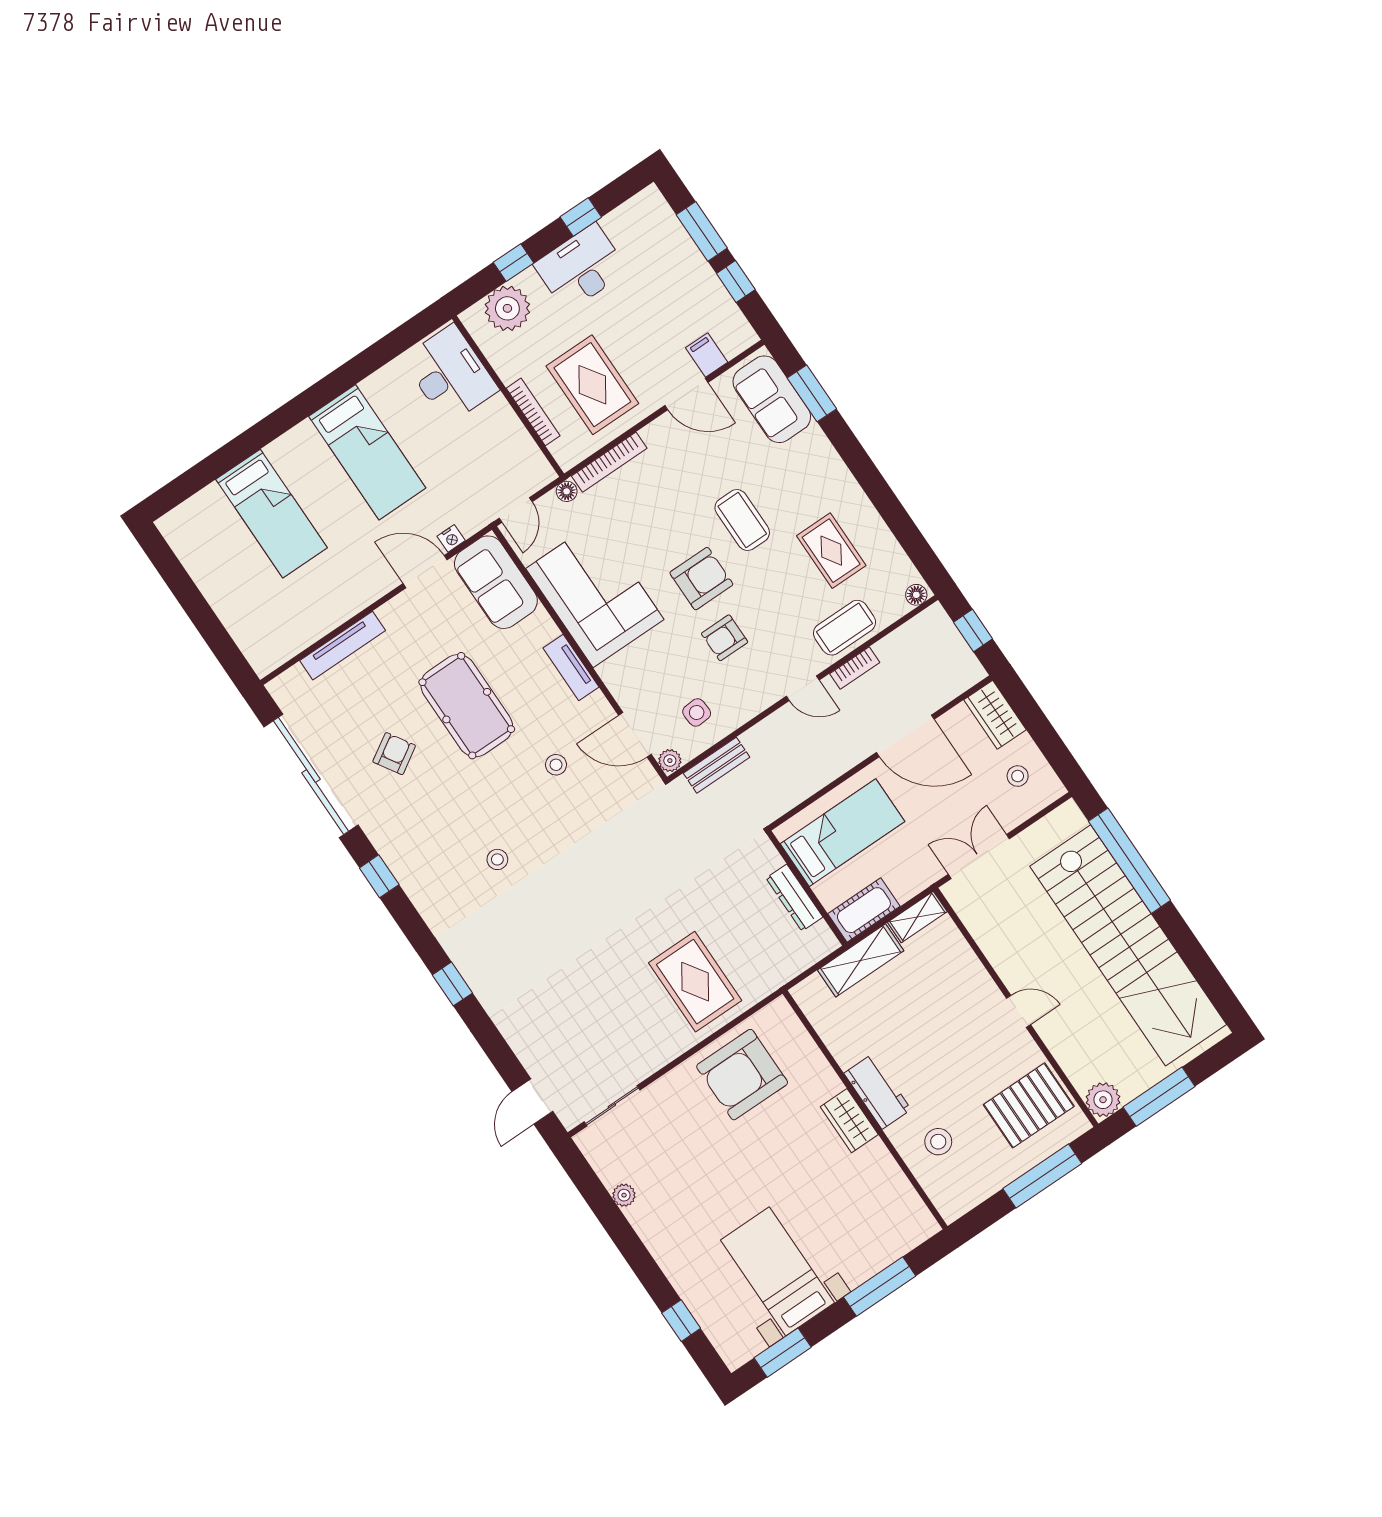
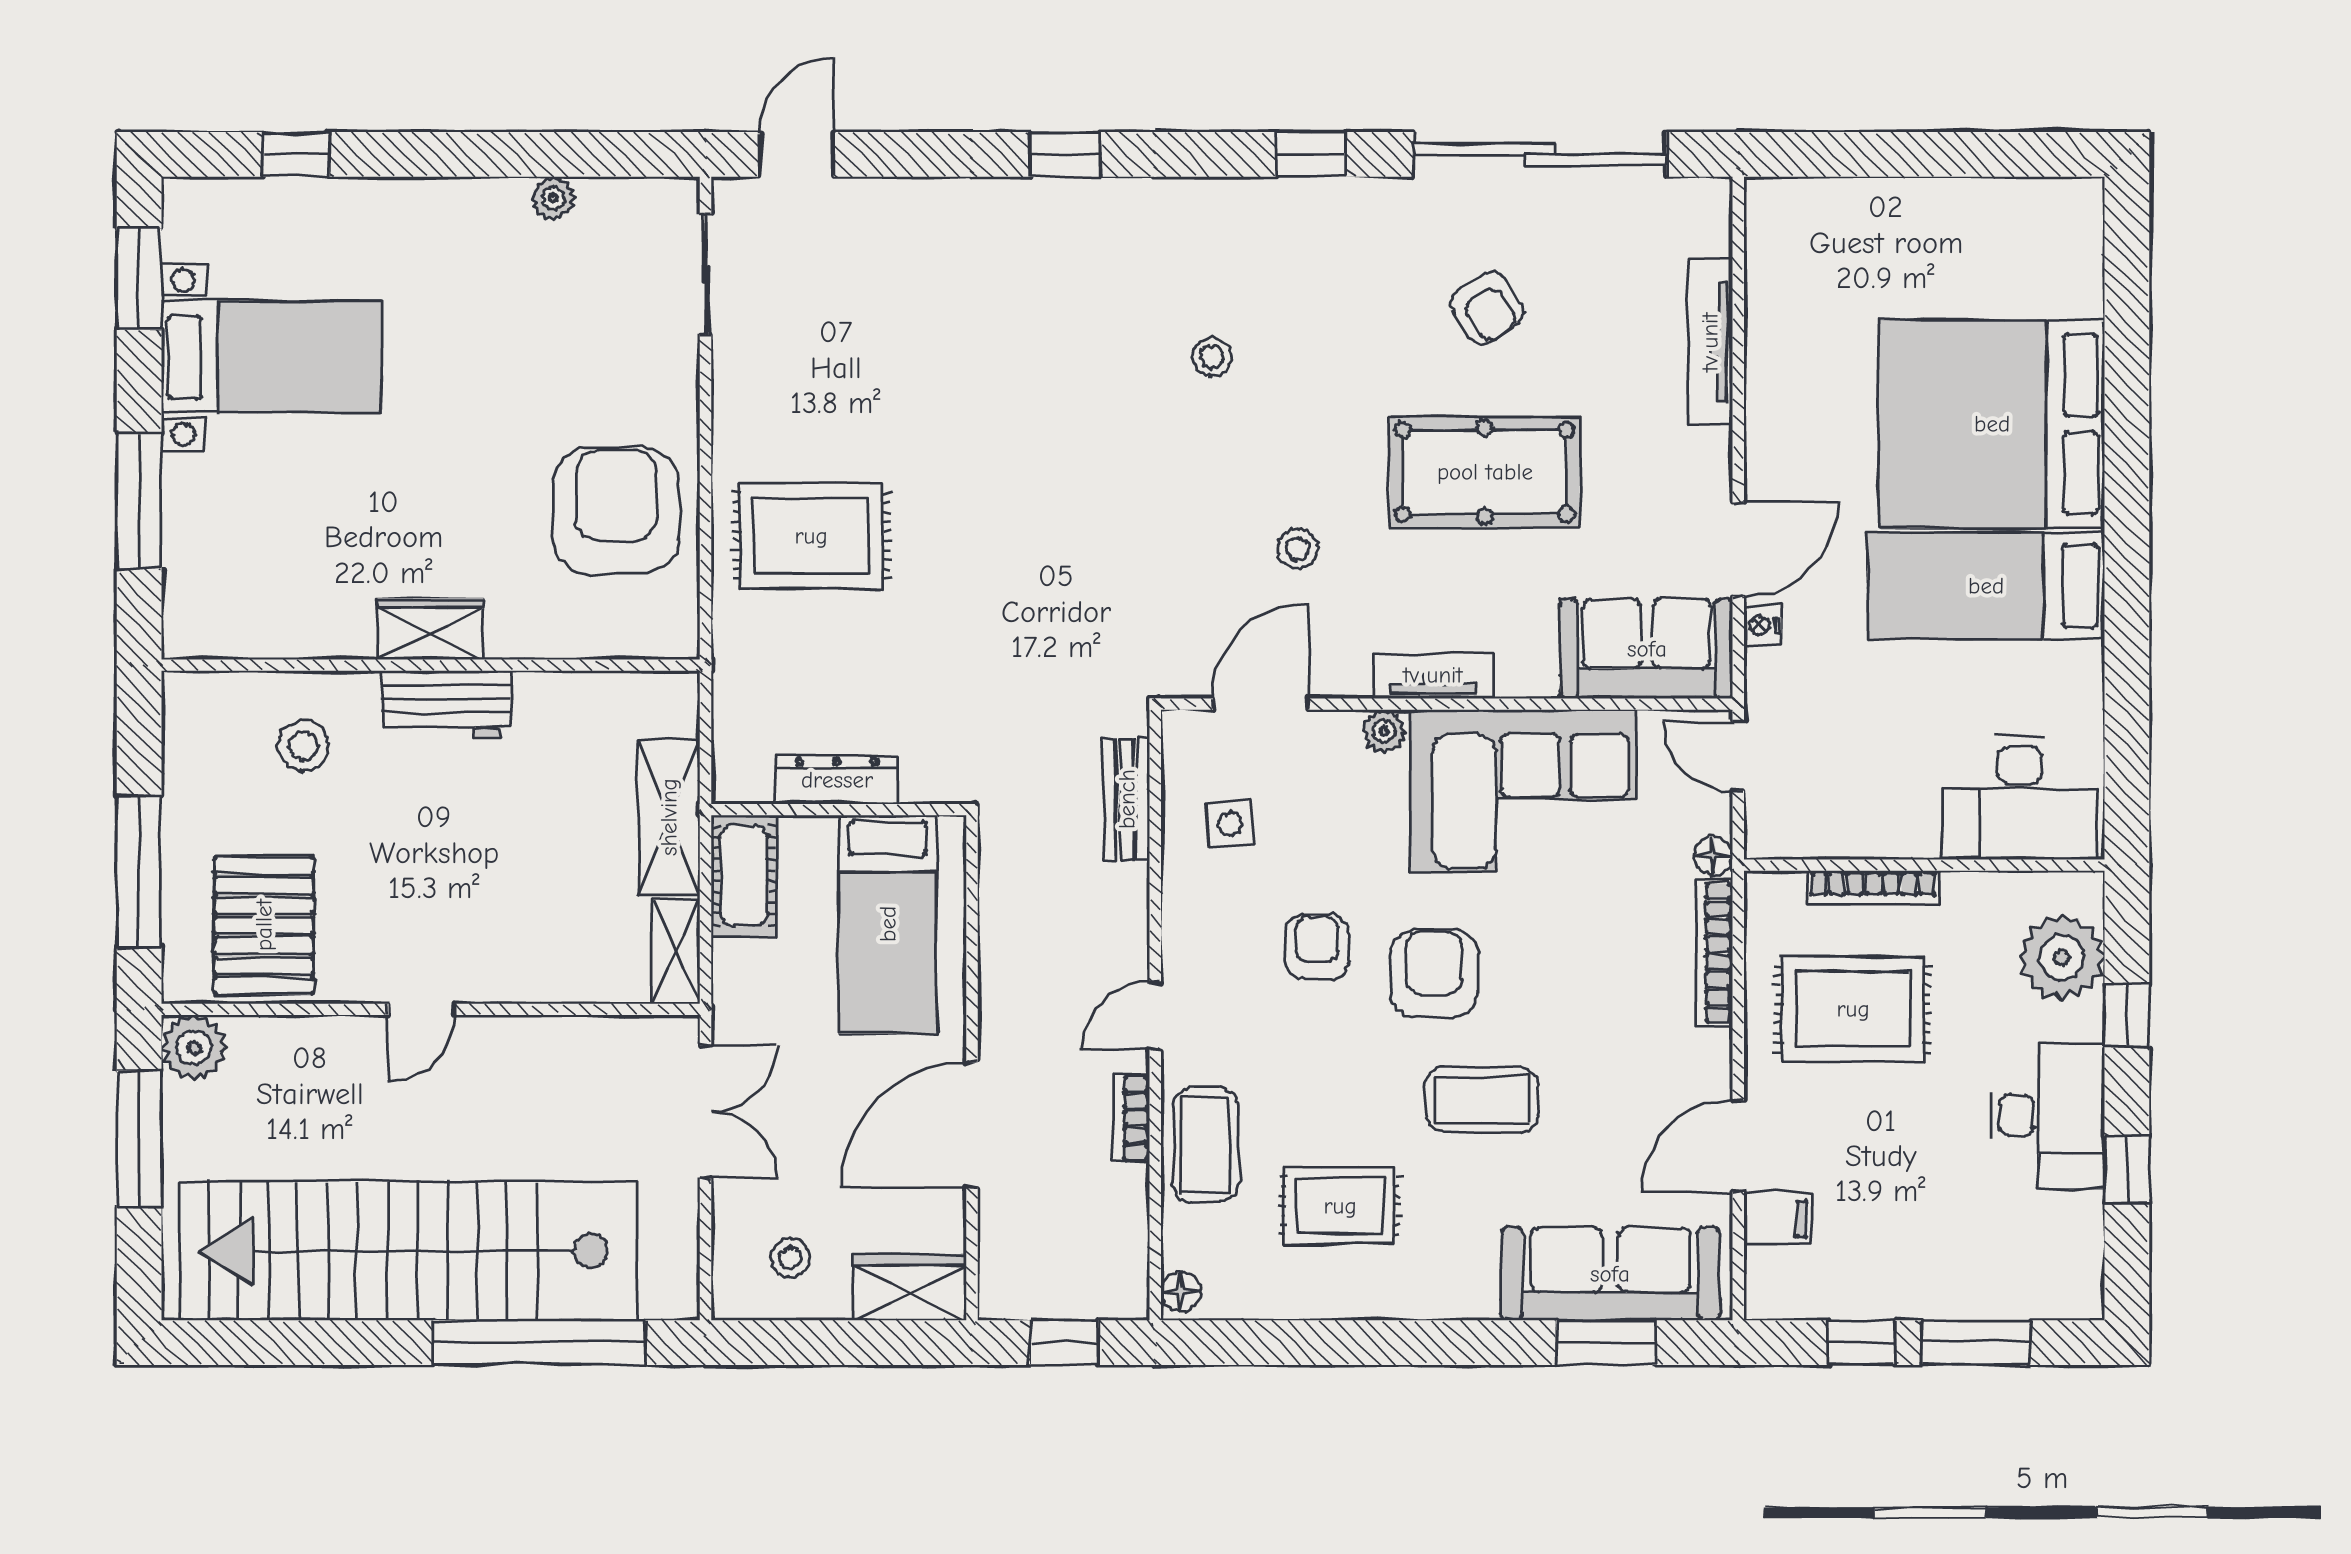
sofa: (772, 399) -> (1610, 1274), width x1.36
bed: (272, 514) -> (1992, 424), width x2.04
armchair: (701, 579) -> (1434, 973), turned 180
plant: (670, 761) -> (1384, 731), moved
door: (532, 1102) -> (797, 154), hinge flipped

